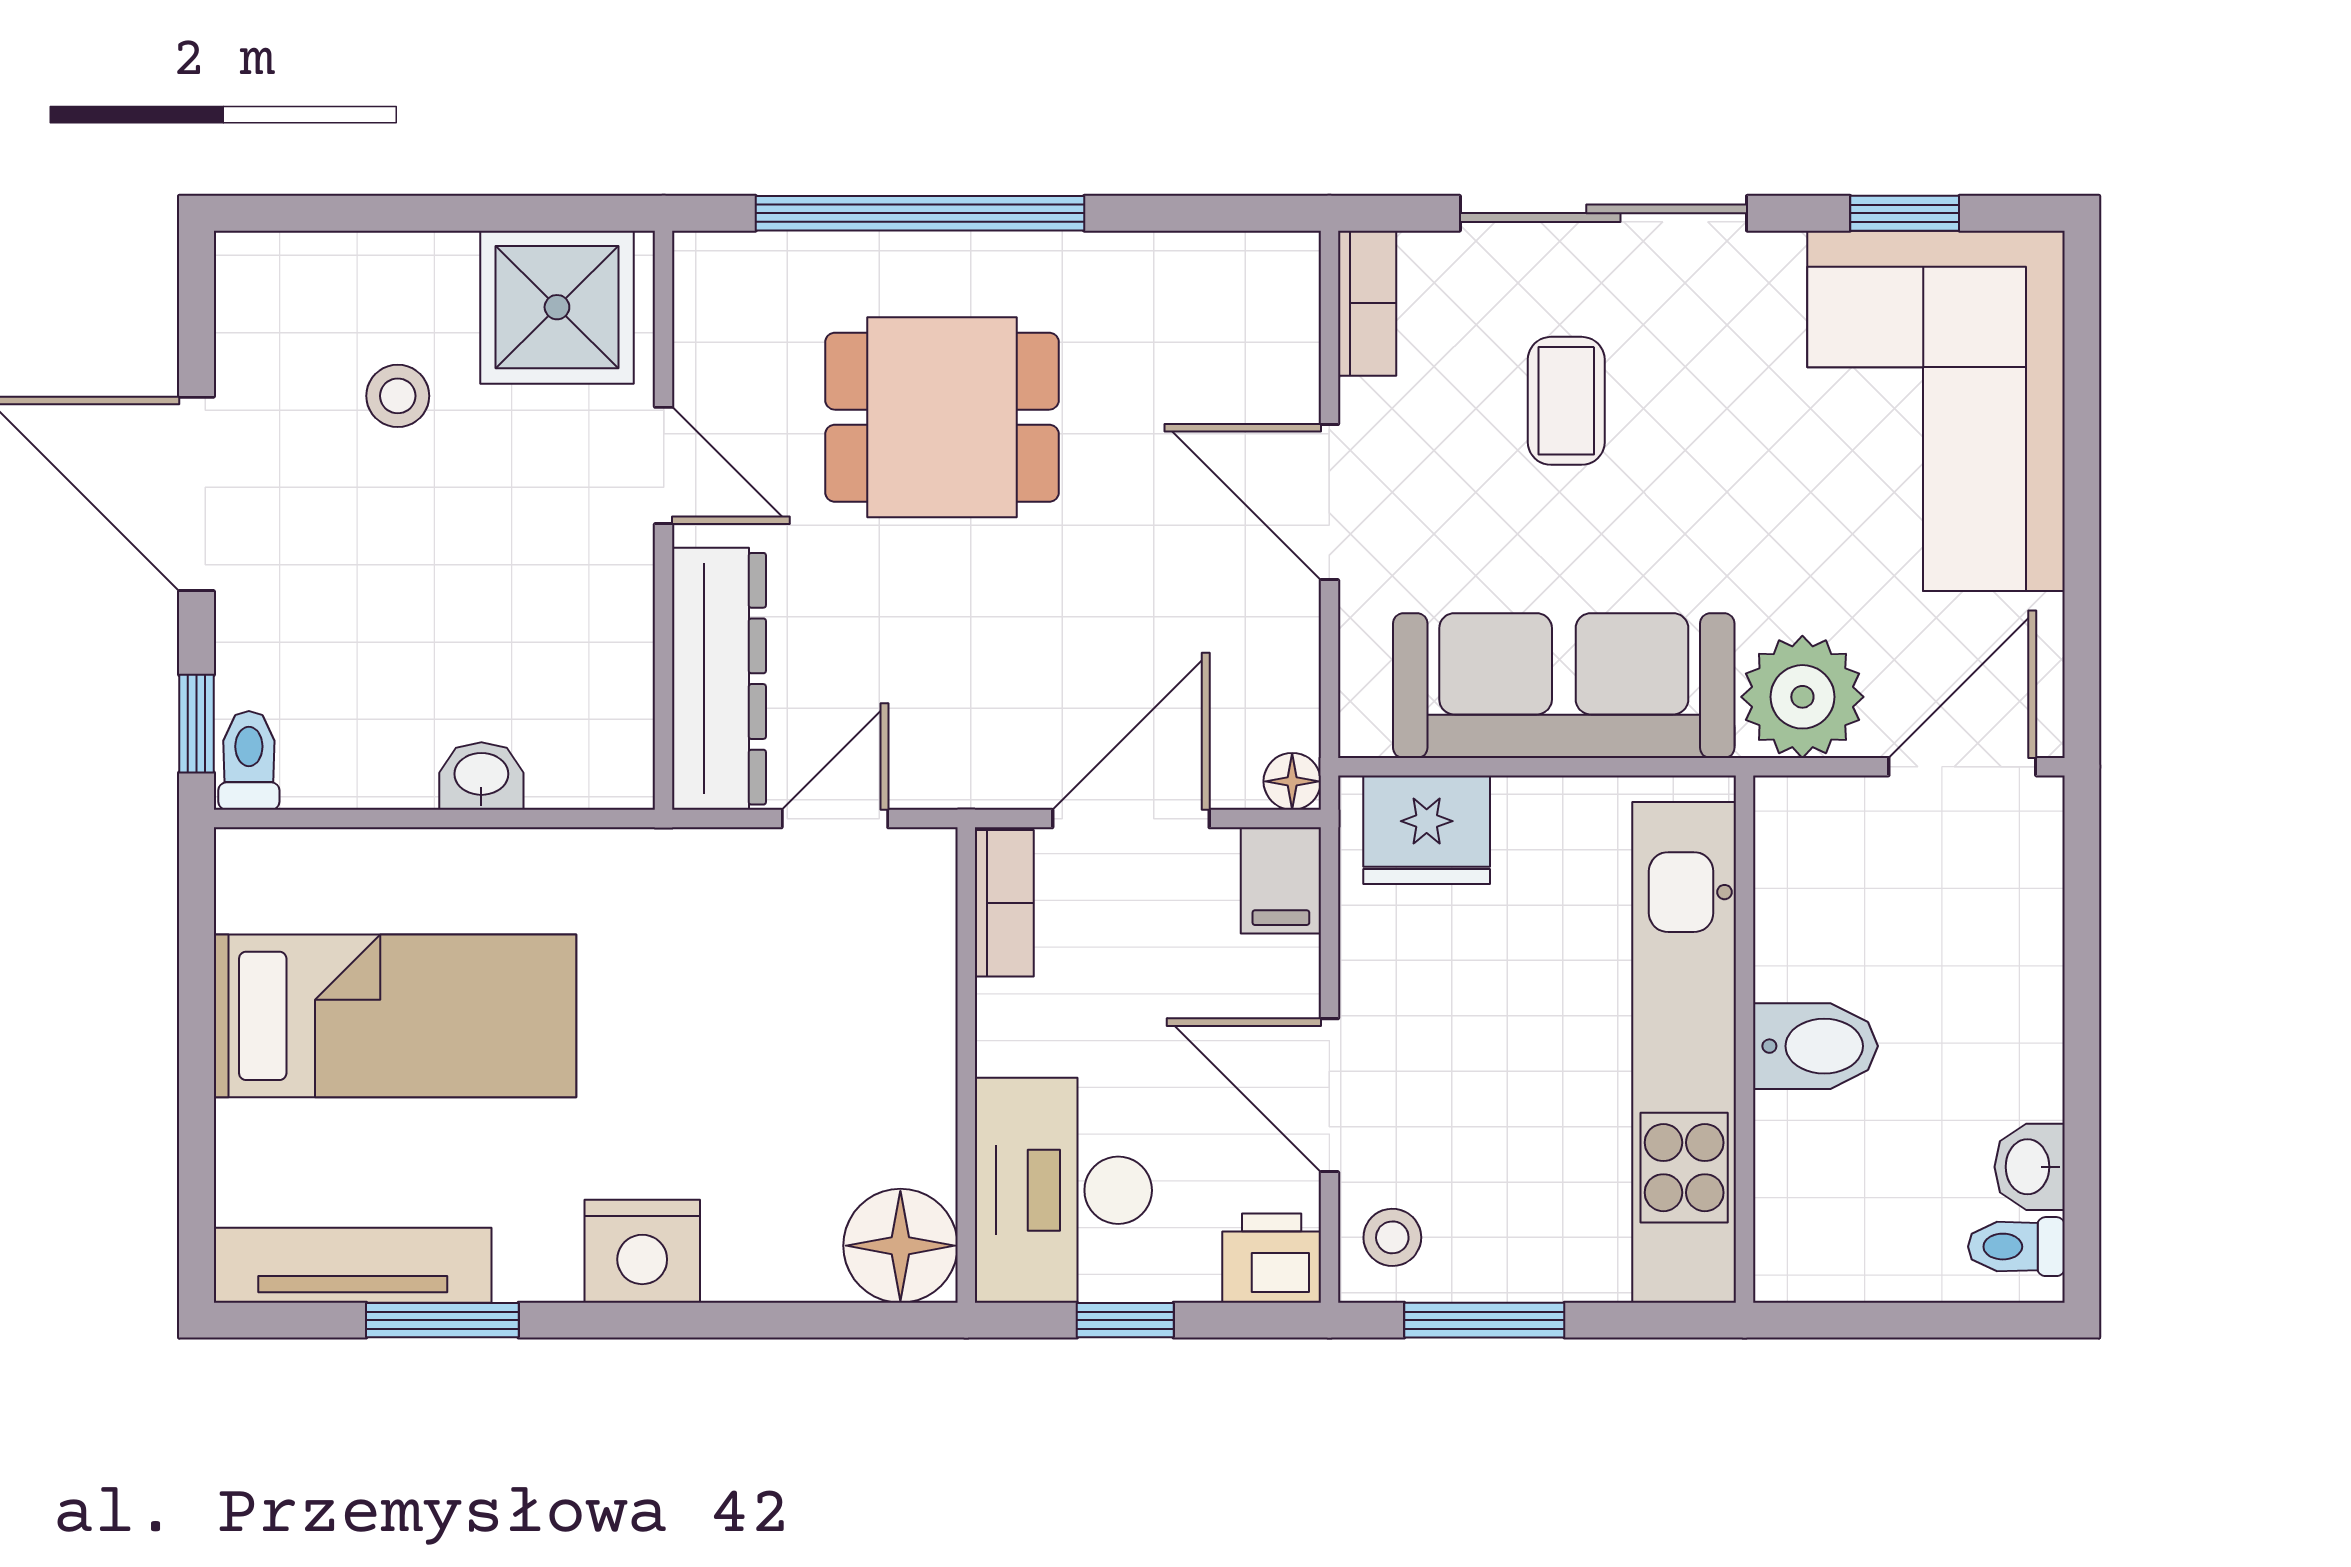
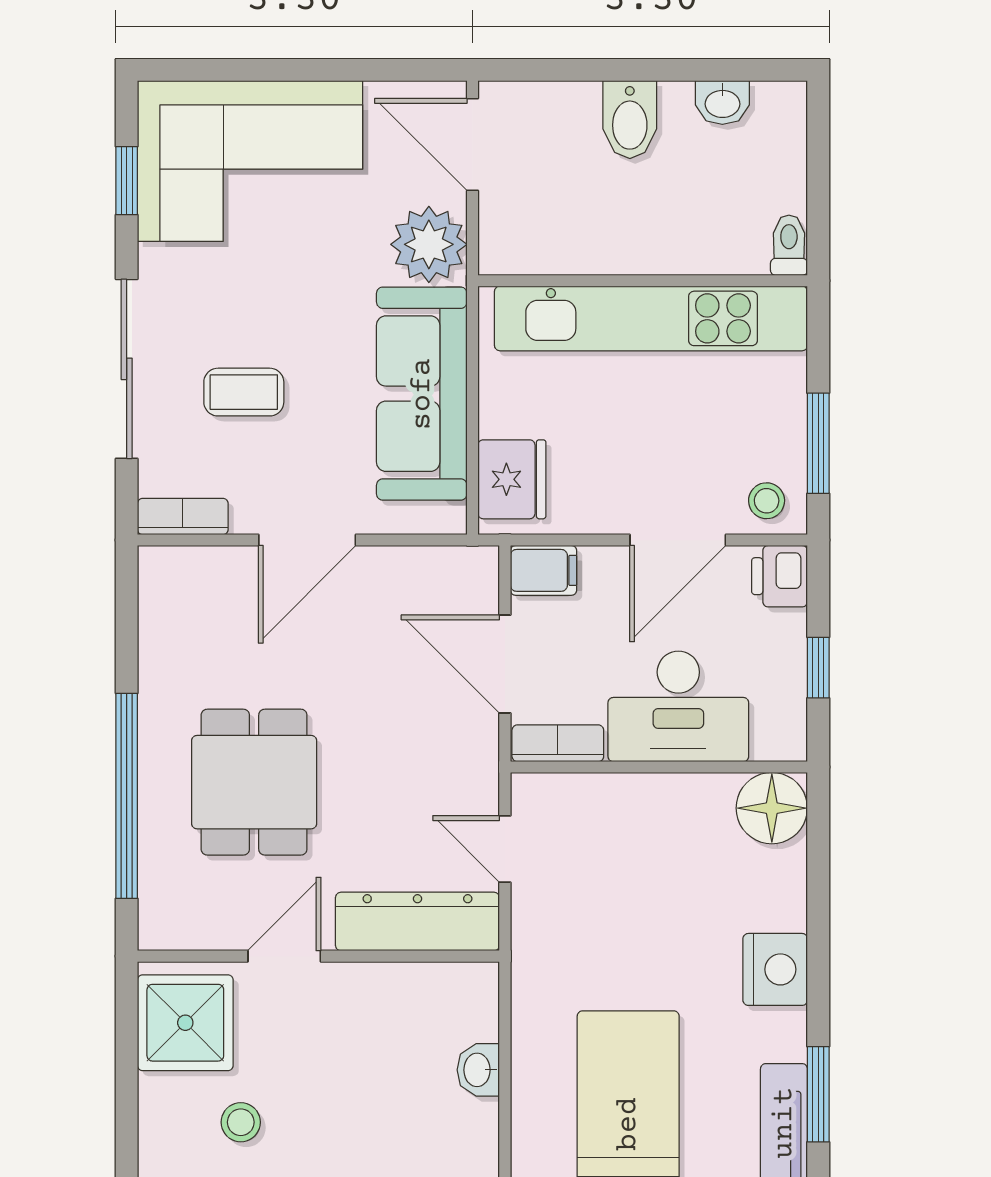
floor lamp: (1292, 781) -> (482, 563), removed
bidet: (1815, 1046) -> (630, 120), moved, turned 180
desk: (1063, 1190) -> (678, 706), moved
toilet: (2016, 1247) -> (789, 245), moved, turned 180

